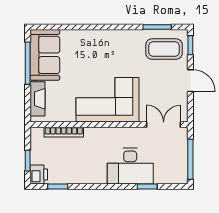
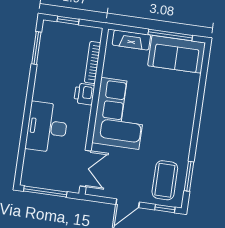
printer: (39, 175) -> (84, 94), moved, turned 90
window: (58, 186) -> (36, 48), width x1.50
window: (147, 186) -> (23, 142), removed

